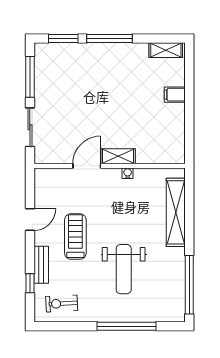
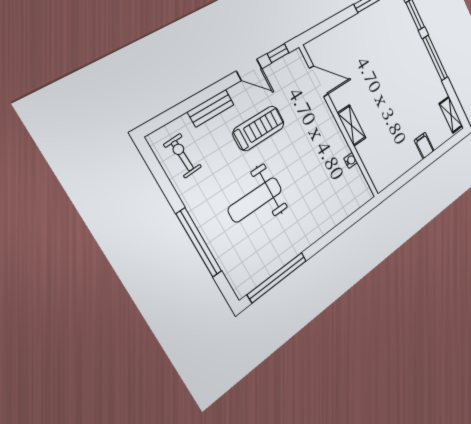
sliding door: (30, 127) -> (332, 22), removed
door: (87, 166) -> (319, 81), moved
water cooler: (128, 173) -> (351, 160), moved
shelving: (176, 212) -> (334, 215), removed
window: (30, 283) -> (278, 53), moved

